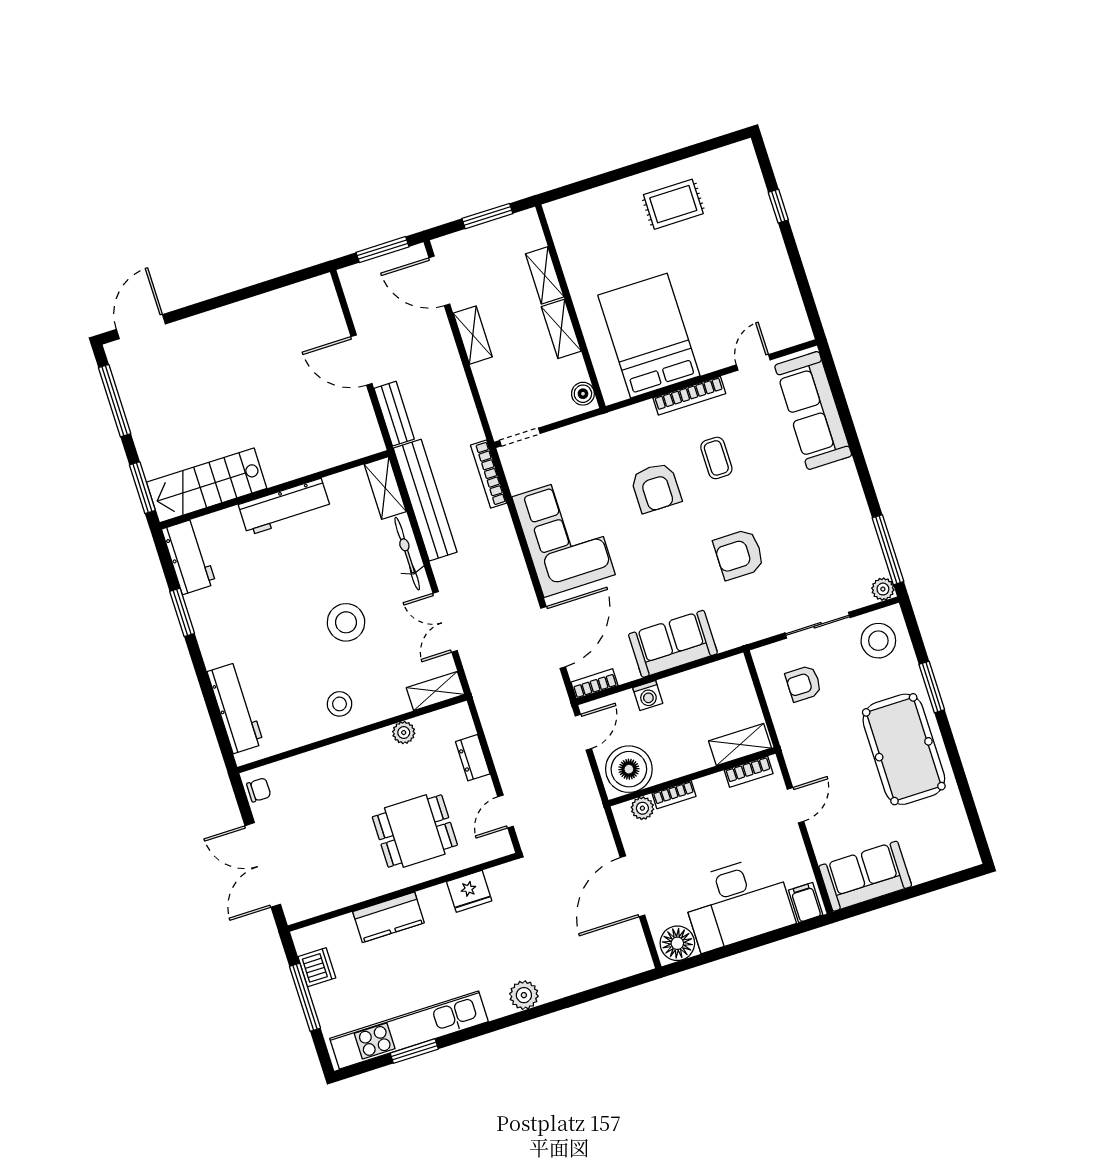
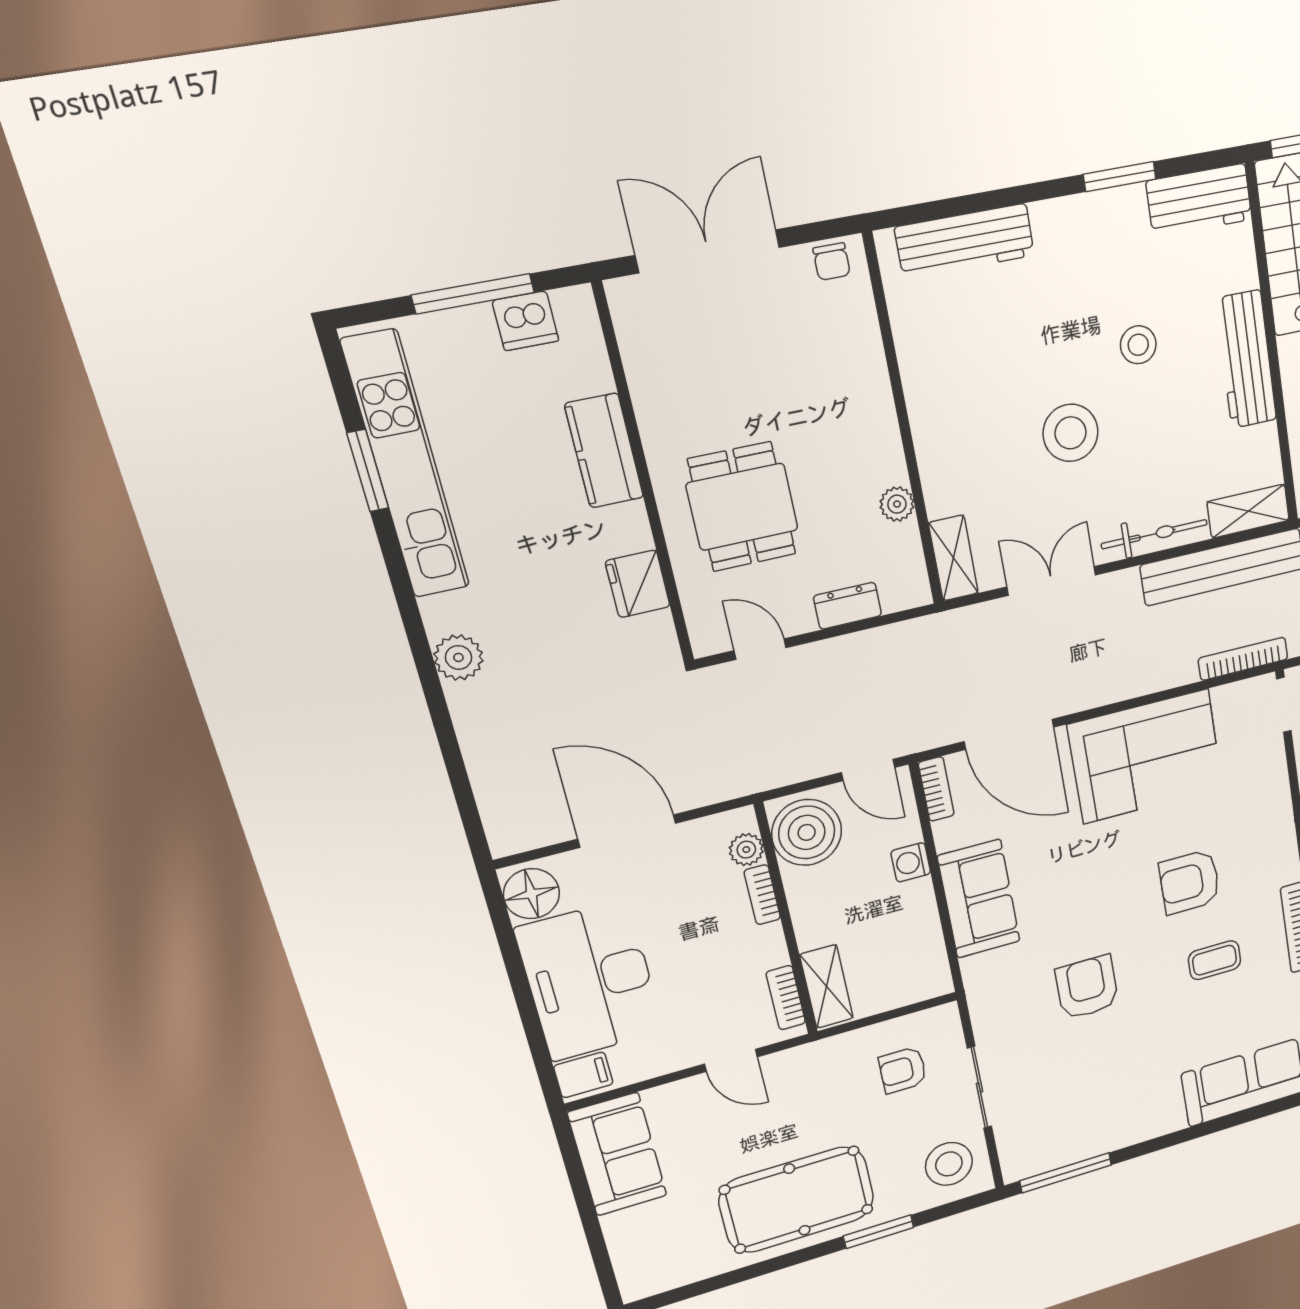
plant: (883, 589) -> (1016, 1168), removed
armchair: (803, 684) -> (903, 1070), turned -90
stool: (339, 704) -> (1138, 345), moved

